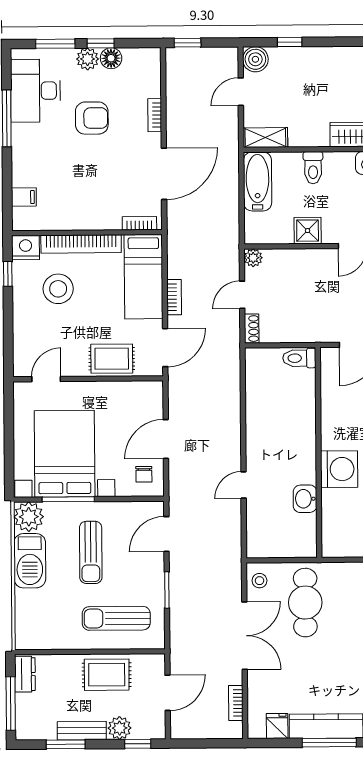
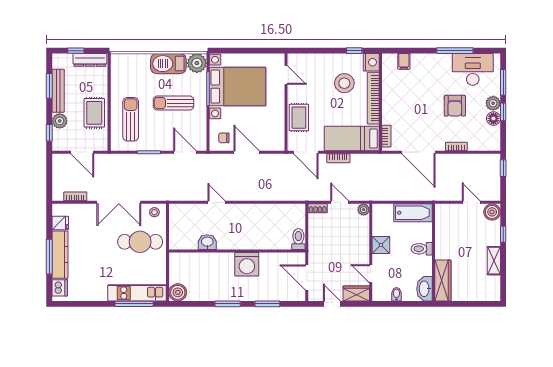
shelving: (265, 138) -> (494, 261), moved
washing machine: (339, 469) -> (247, 264), moved
dresser: (25, 674) -> (90, 60), width x1.44
window: (11, 704) -> (76, 51), width x0.46
bench: (82, 731) -> (58, 91), width x1.36

